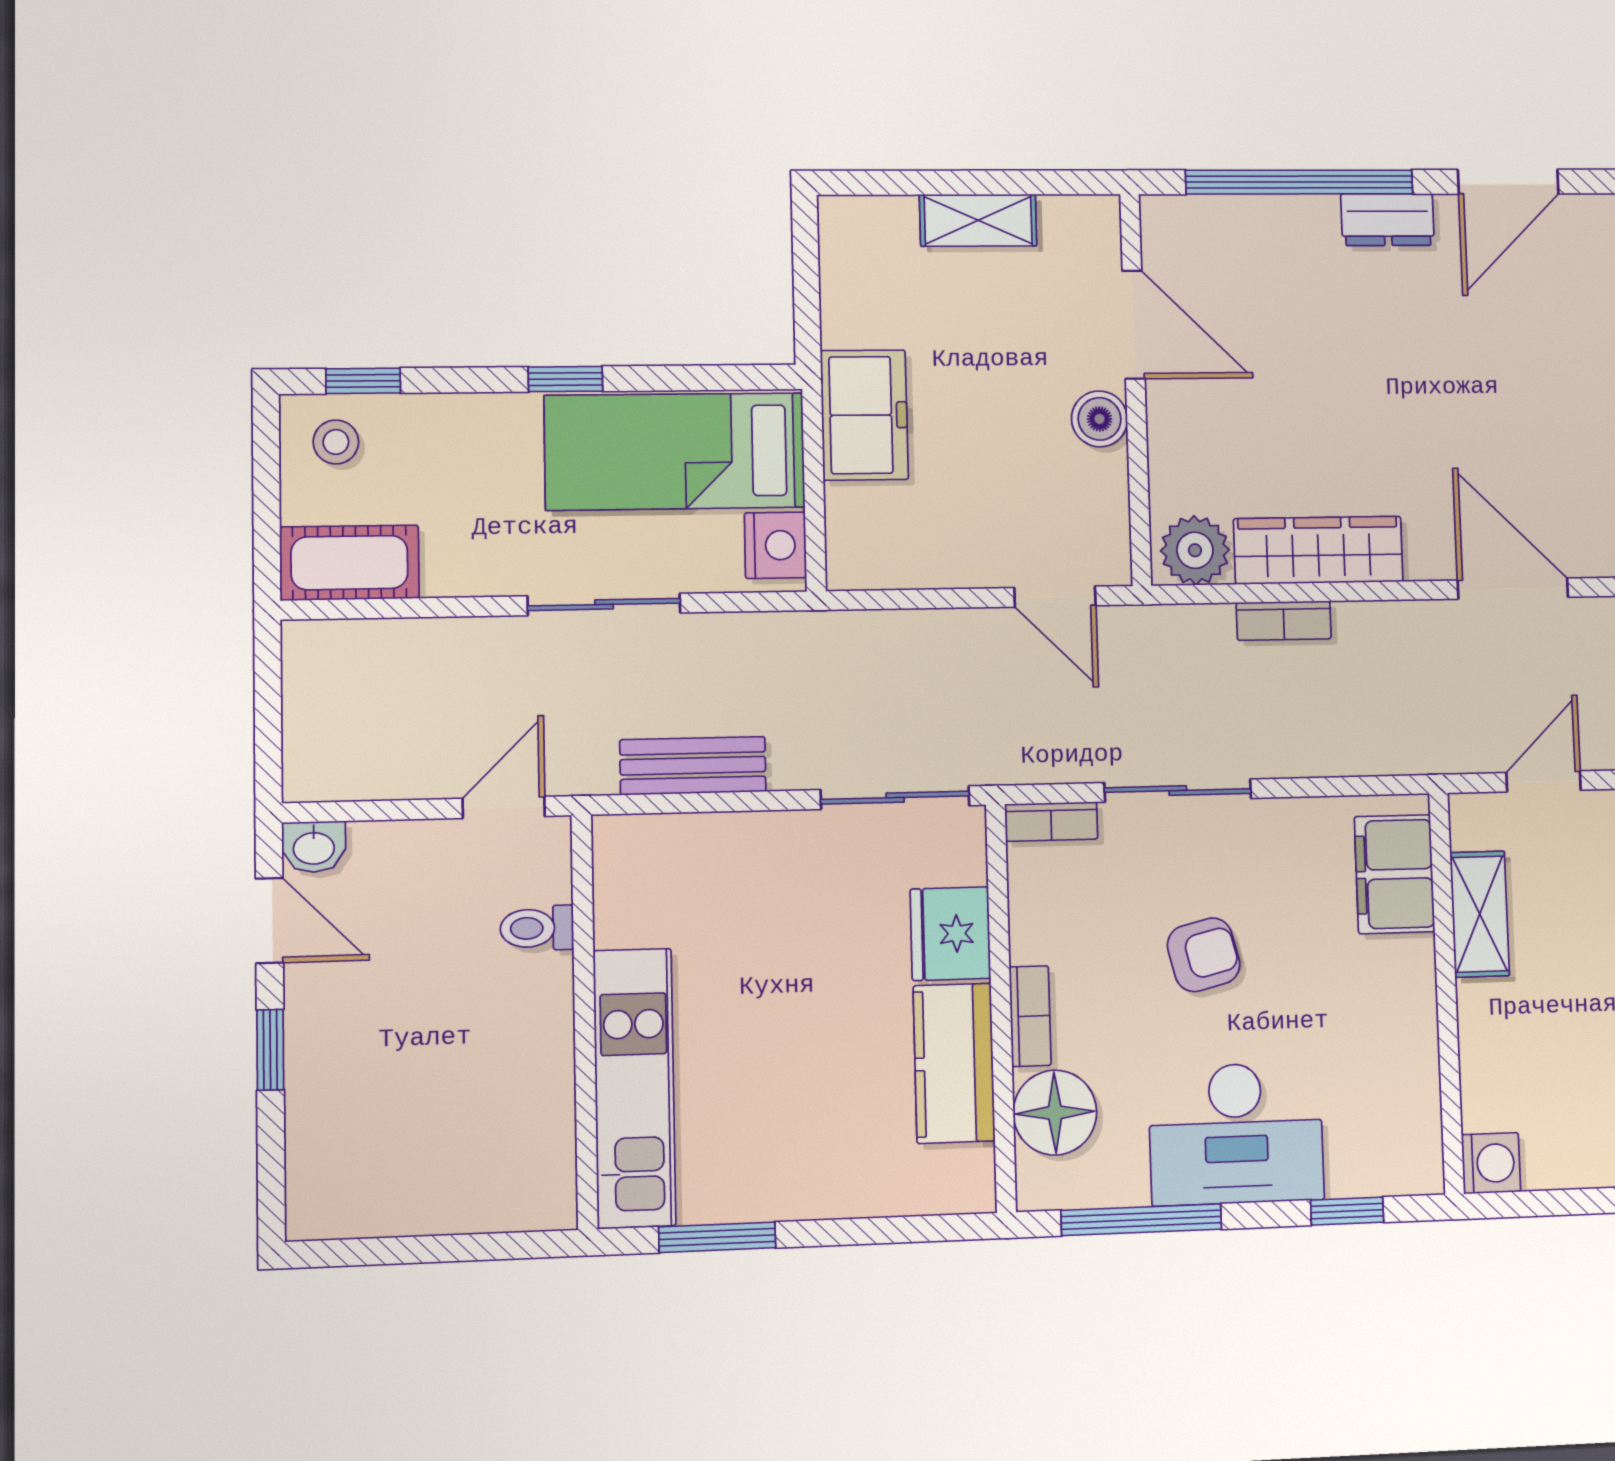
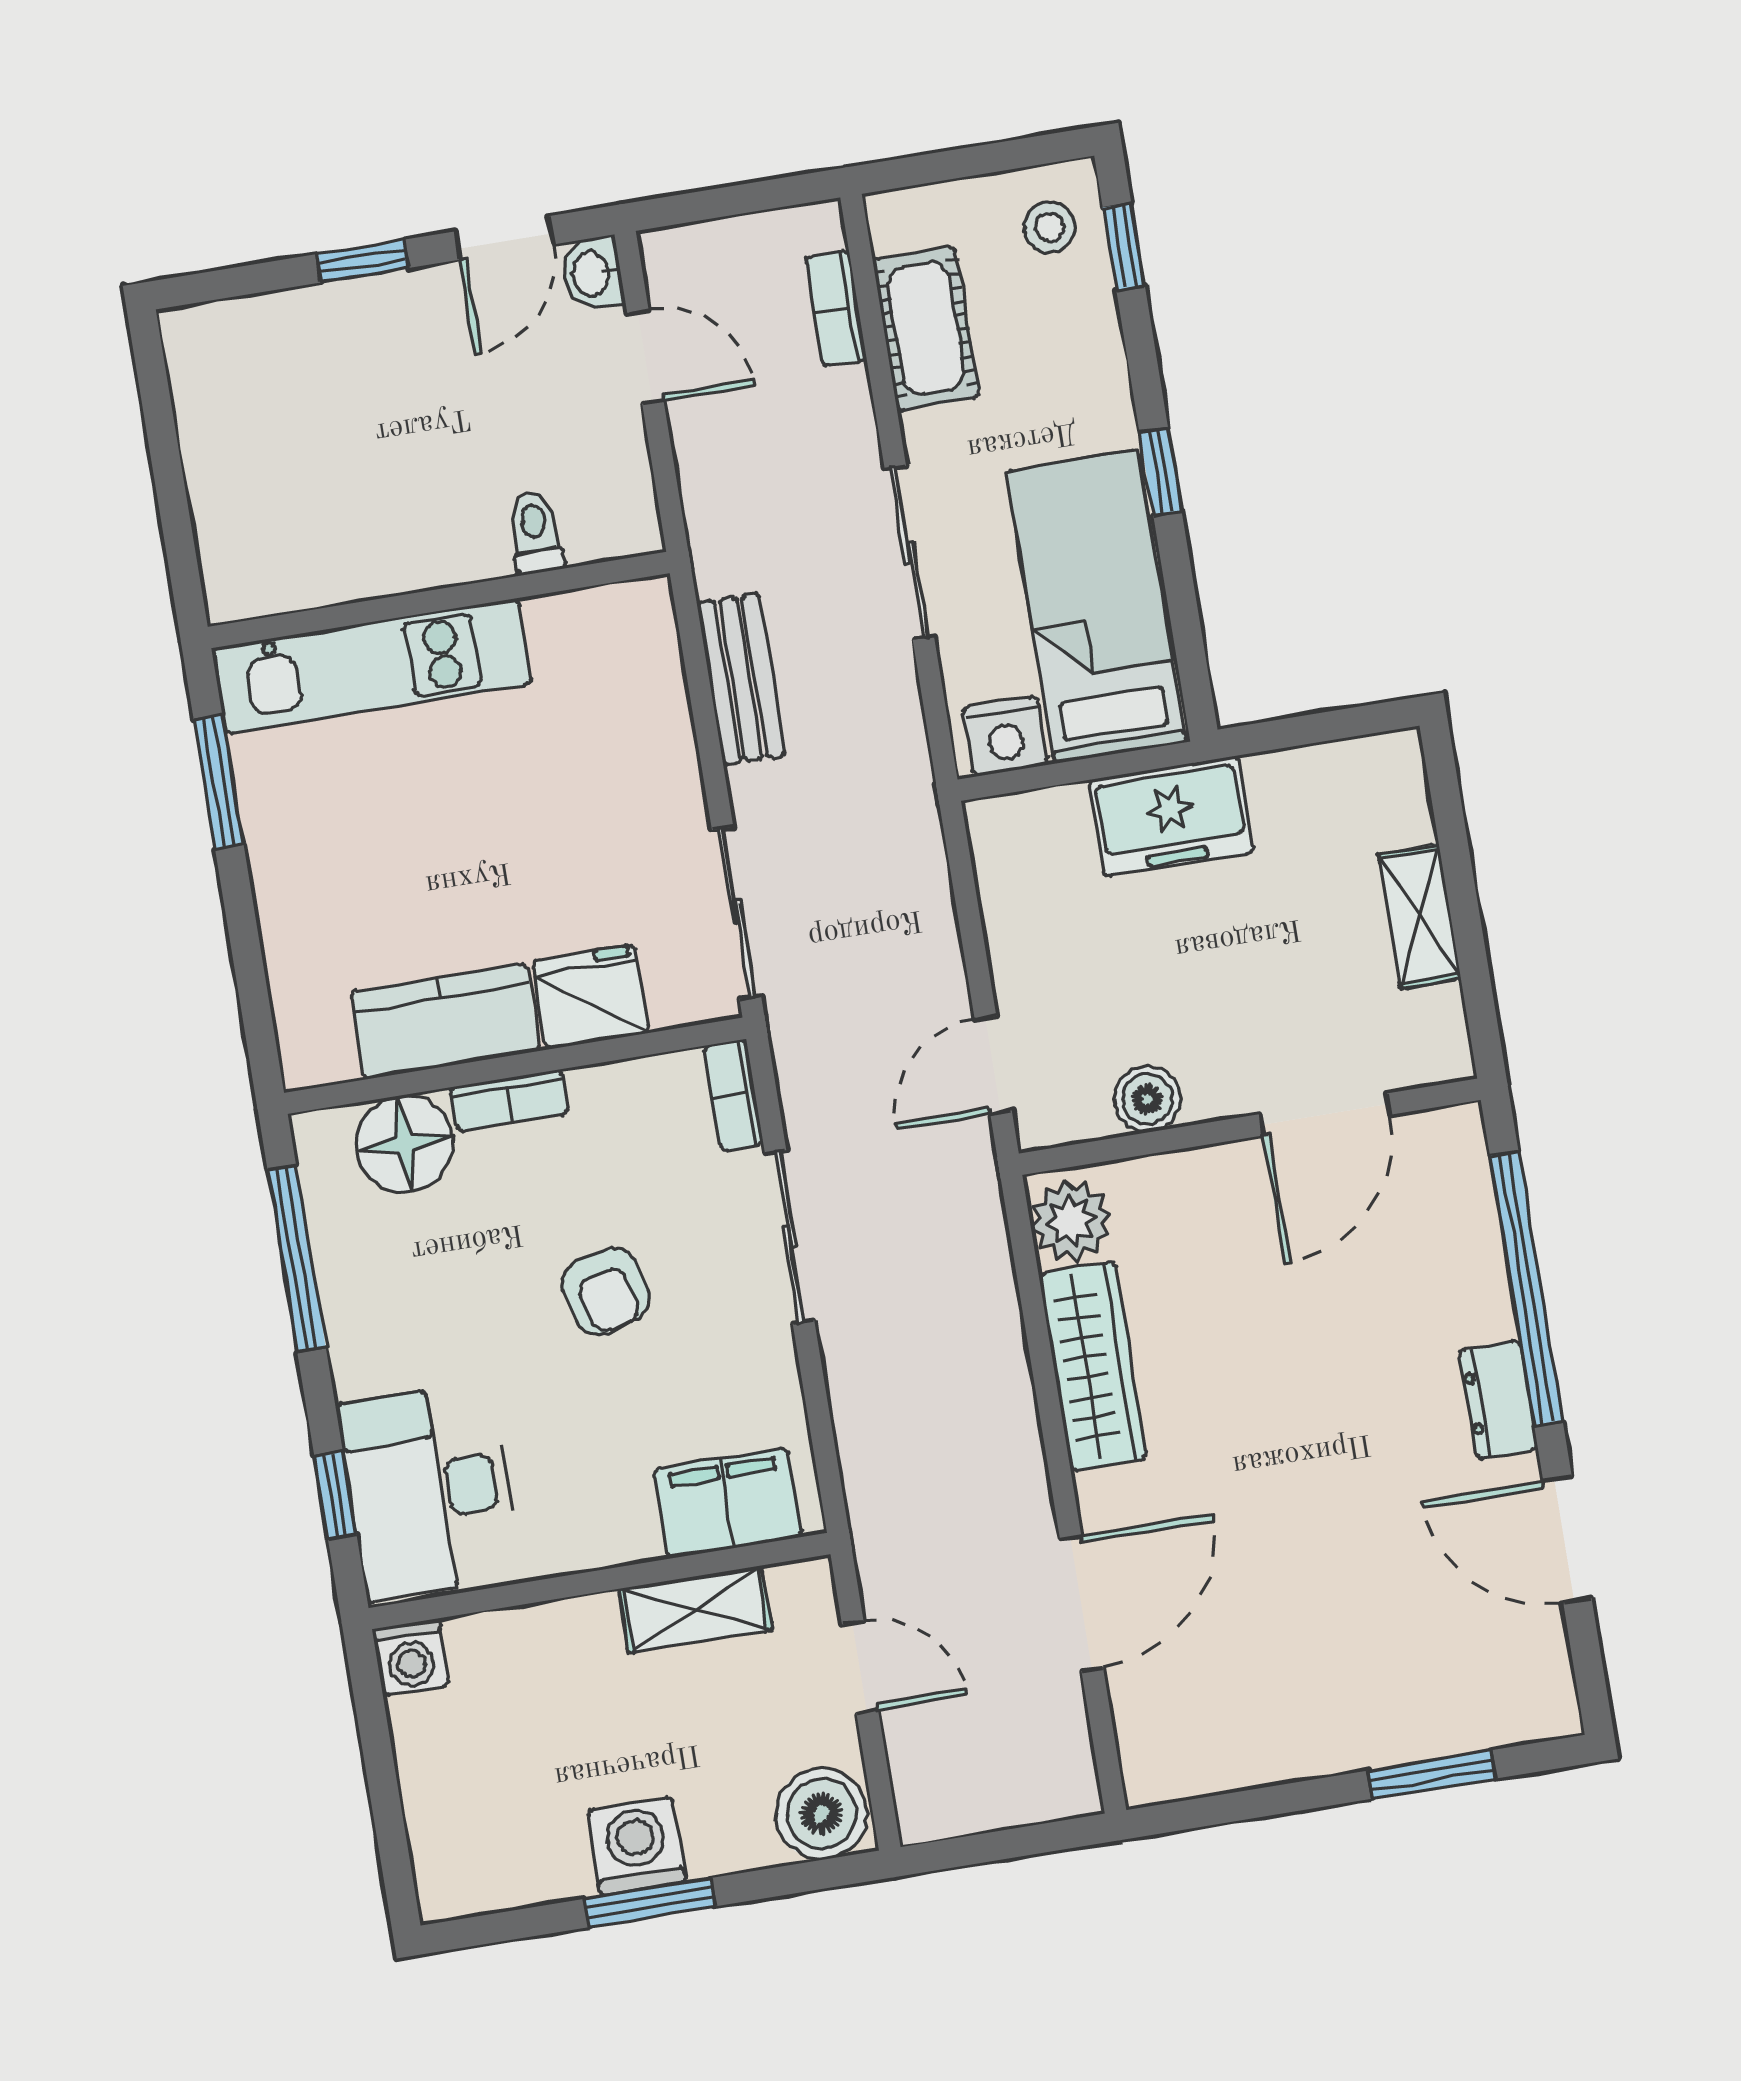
boiler: (1100, 419) -> (1147, 1099), moved
cot: (349, 563) -> (926, 328), moved
bookcase: (1284, 621) -> (836, 309), moved
door: (504, 807) -> (645, 357), moved
desk: (1236, 1134) -> (429, 1491), moved

